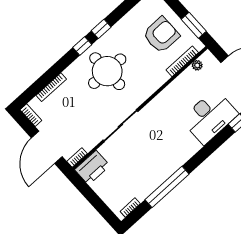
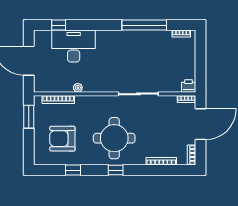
window: (101, 29) -> (73, 170), moved
armchair: (161, 35) -> (62, 139), moved
plant: (197, 65) -> (78, 88), moved
printer: (92, 168) -> (189, 86), width x0.53, depth x0.68

